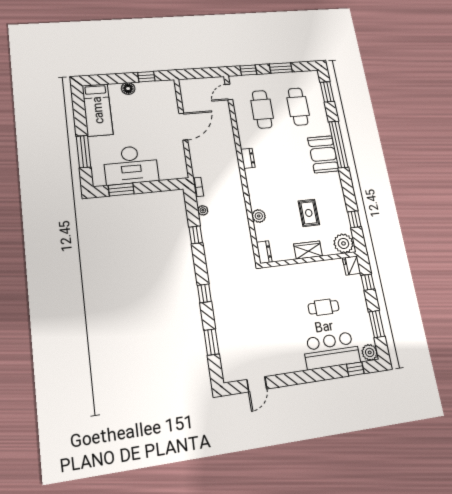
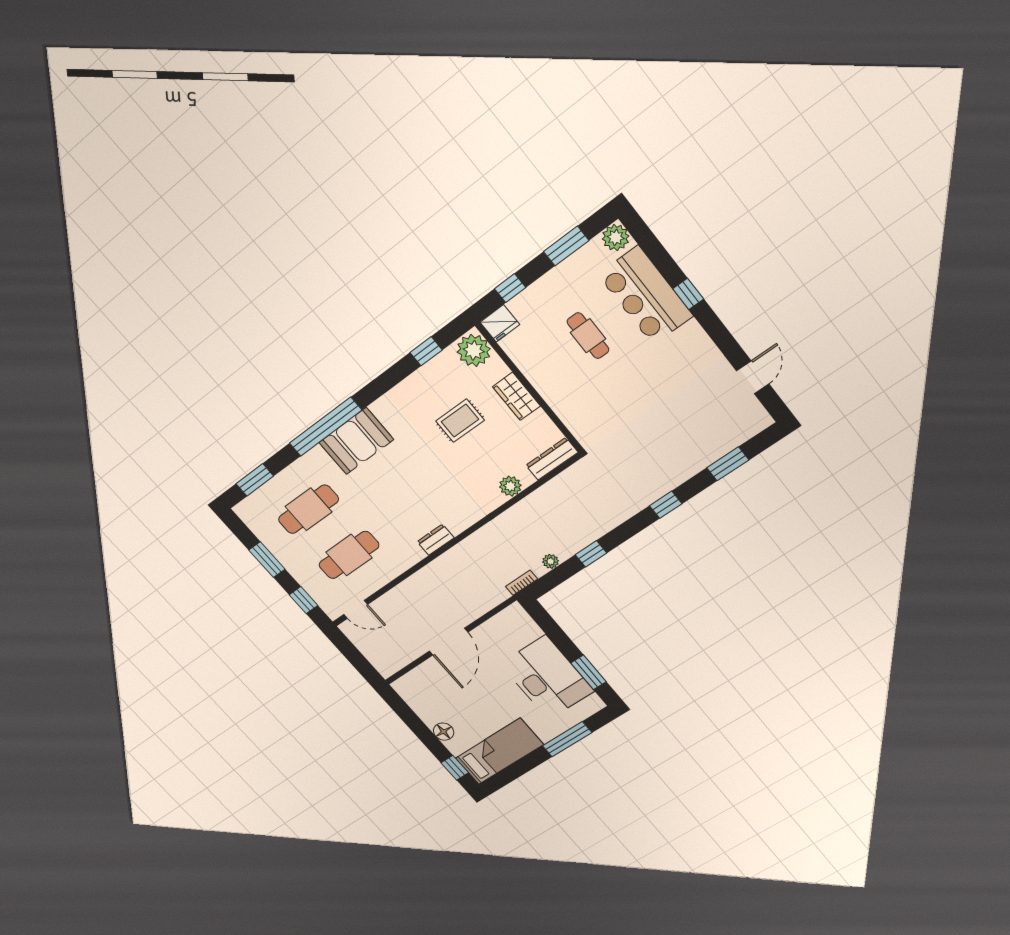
window: (146, 77) -> (455, 768), moved
door: (183, 127) -> (448, 642), swing flipped
dresser: (264, 252) -> (552, 459), width x1.44
window: (355, 369) -> (688, 294), moved
door: (257, 384) -> (753, 377), hinge flipped

